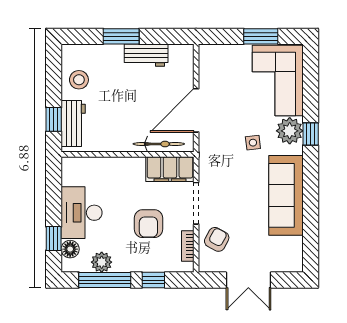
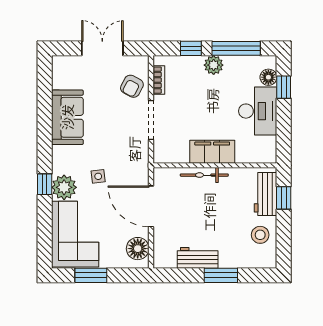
floor lamp: (211, 65) -> (138, 249), added
door: (196, 110) -> (151, 206), swing flipped
bicycle: (159, 144) -> (204, 175), moved
filing cabinet: (170, 169) -> (212, 152), moved
sofa: (286, 195) -> (67, 117), width x0.73
armchair: (148, 224) -> (195, 101), removed
plant: (102, 262) -> (214, 65), moved

